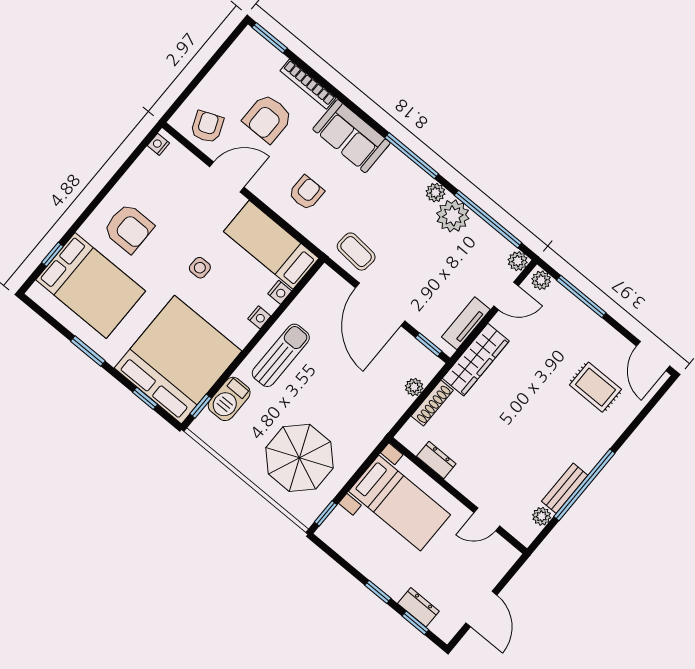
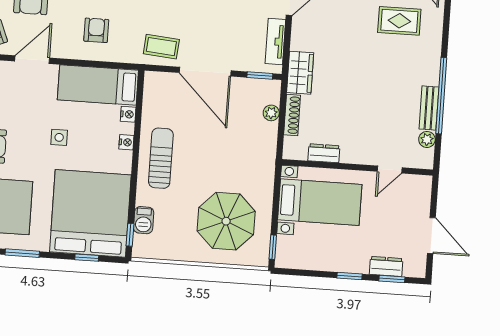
wardrobe: (476, 360) -> (300, 73), width x0.67
barbecue: (229, 399) -> (144, 220), width x0.73, depth x0.79

